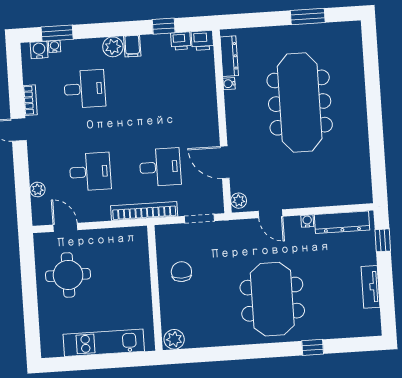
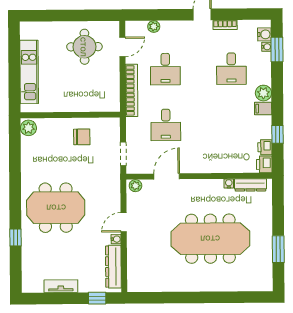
bookcase: (144, 211) -> (132, 90), moved
door: (271, 214) -> (124, 222), moved

